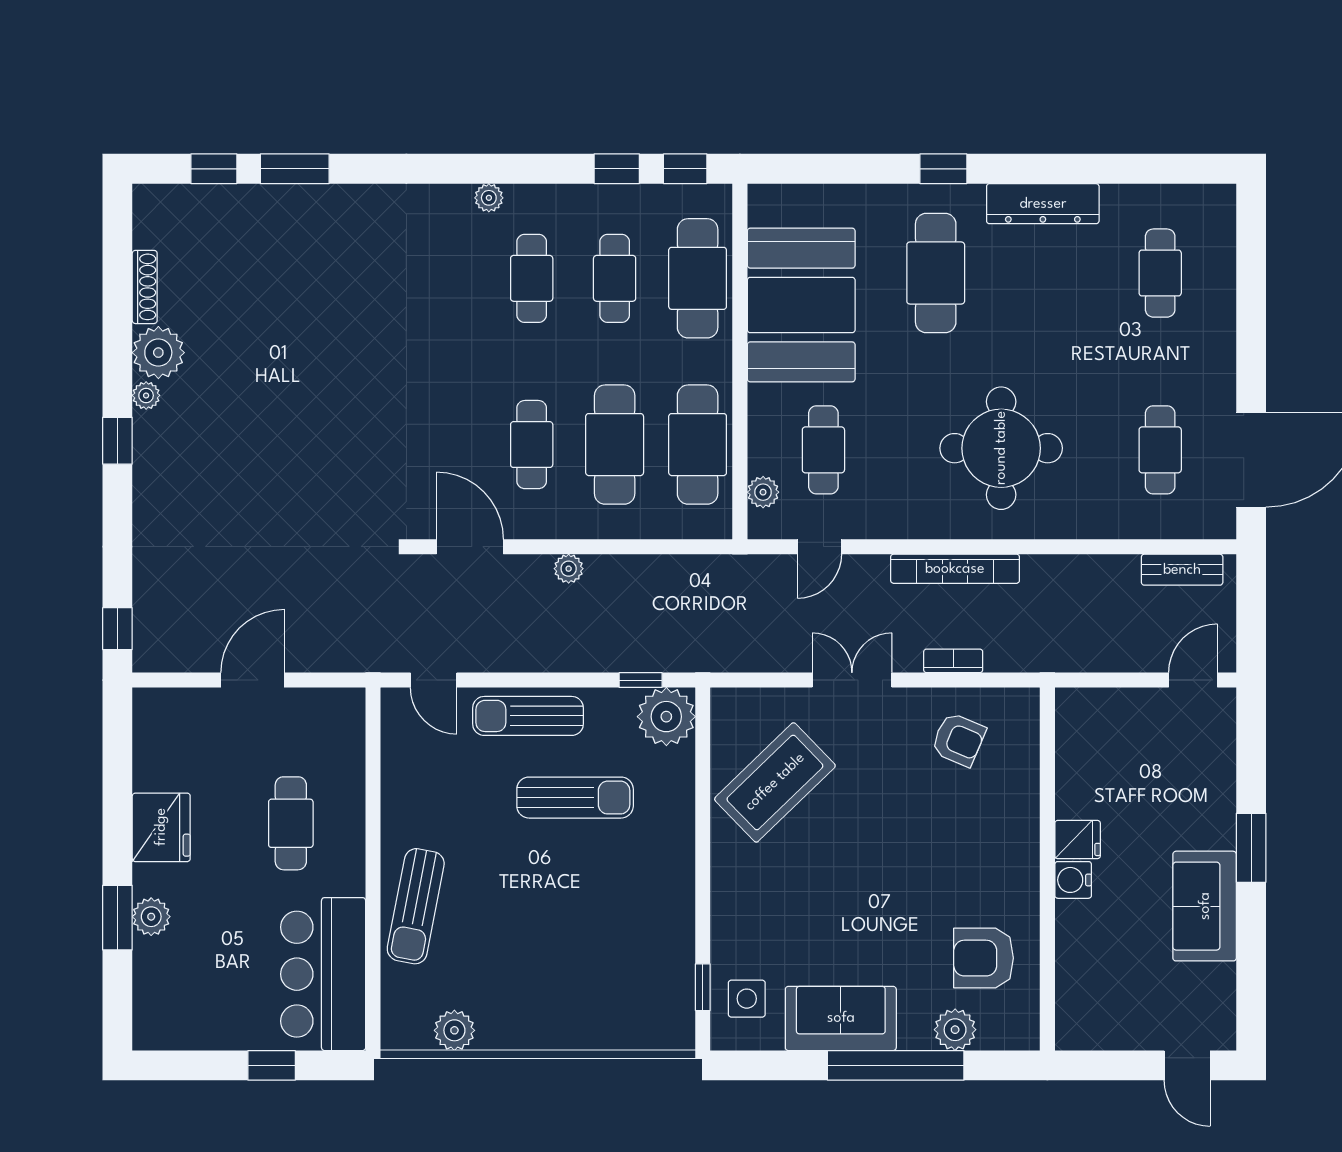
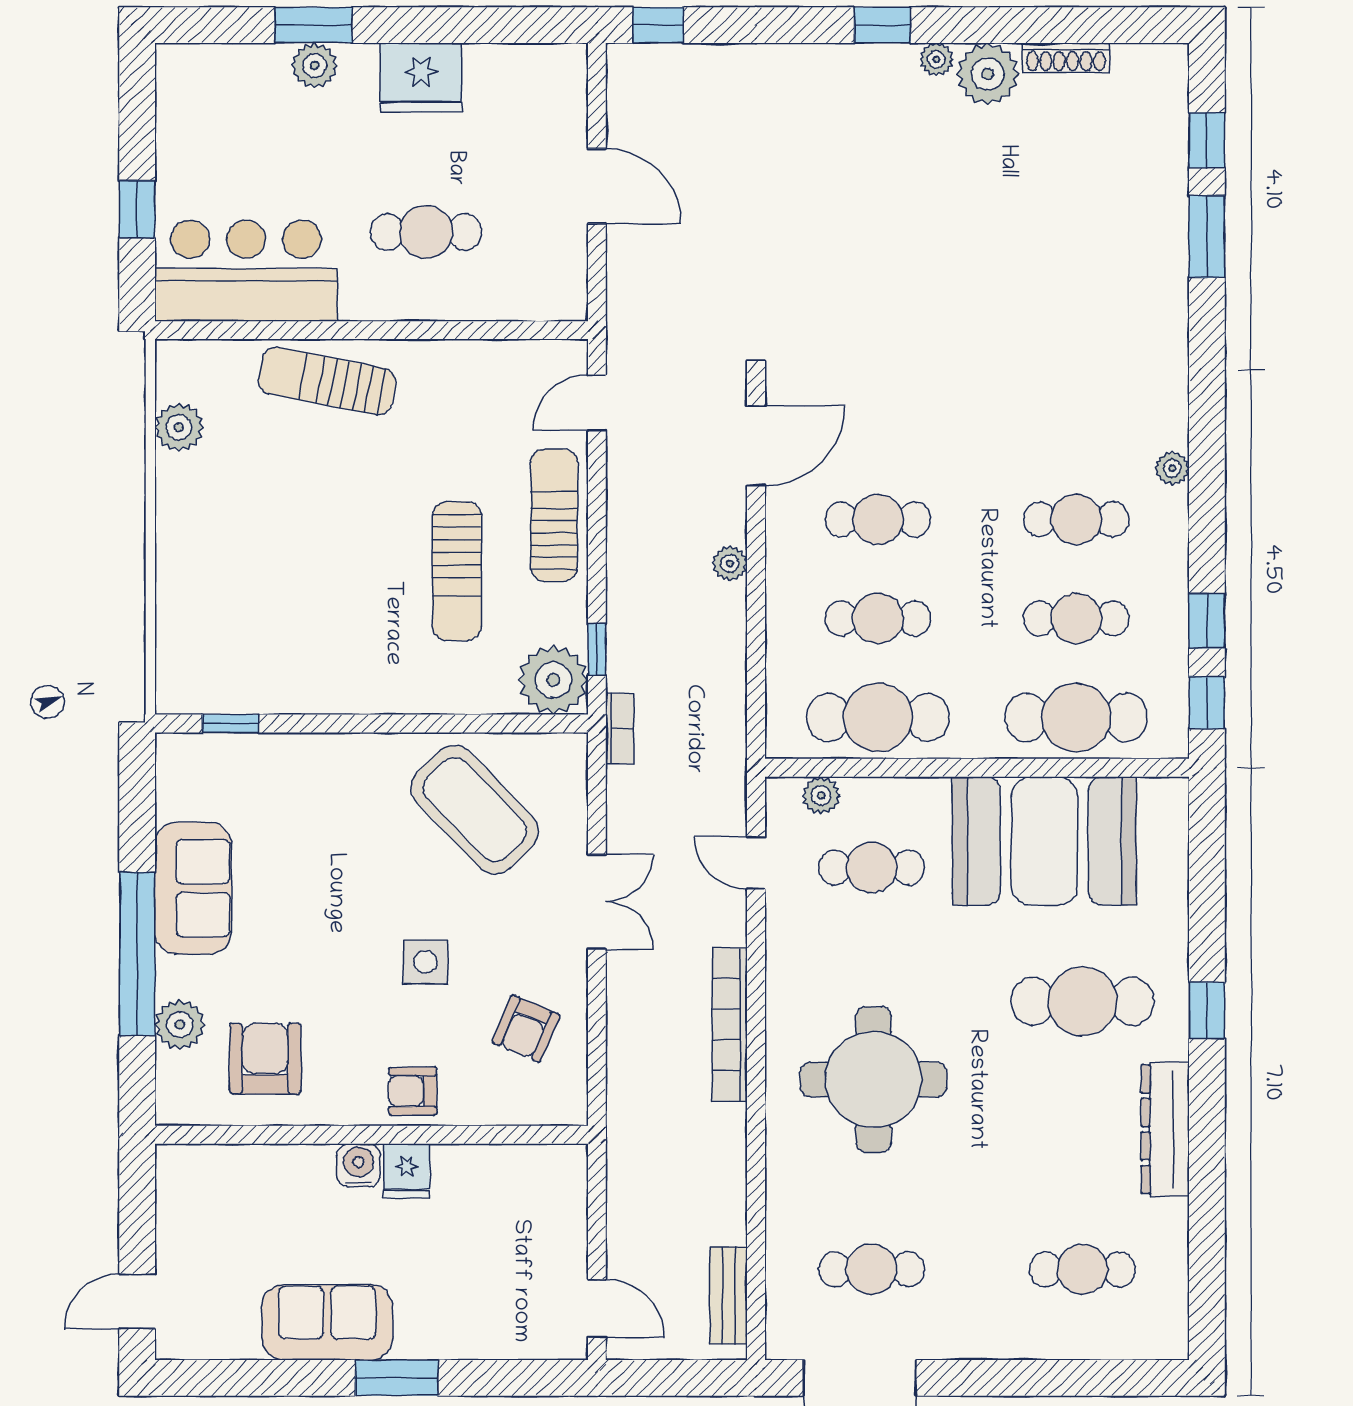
cafe table: (615, 445) -> (878, 618), width x0.73, depth x0.74
bookcase: (953, 661) -> (620, 729), moved
armchair: (1011, 834) -> (413, 1091), added
side table: (747, 999) -> (426, 962), moved

